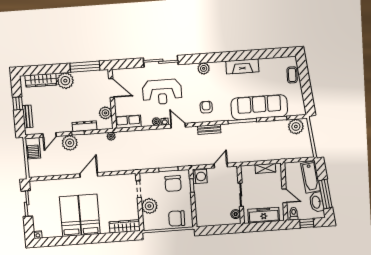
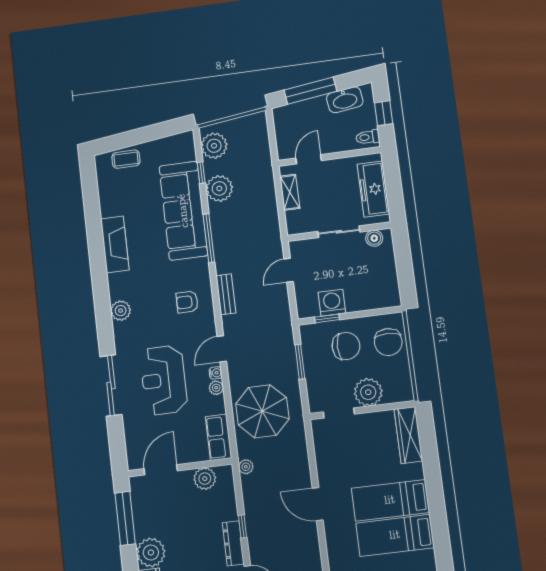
reception desk: (162, 92) -> (164, 380), turned 180
dresser: (85, 126) -> (233, 543), moved
plant: (70, 143) -> (219, 188), moved
parasol: (142, 147) -> (262, 411), added
door: (221, 166) -> (289, 270), hinge flipped
washing machine: (200, 177) -> (332, 303), moved
bathtub: (311, 177) -> (301, 114), removed
chair: (173, 184) -> (346, 346), moved
window: (325, 194) -> (310, 91), moved
door: (284, 196) -> (309, 159), moved

